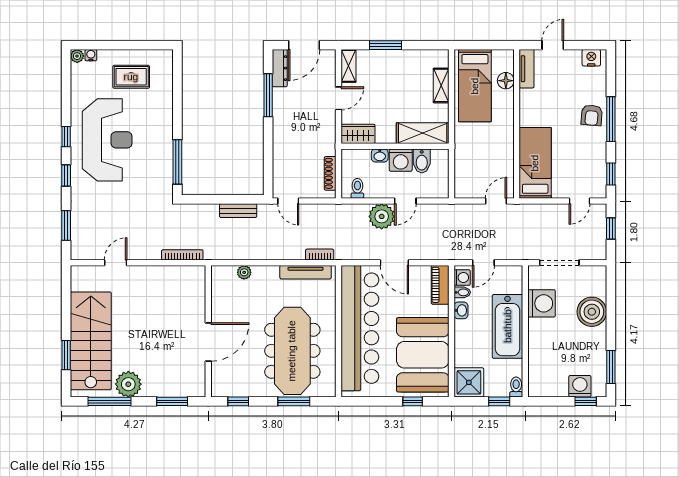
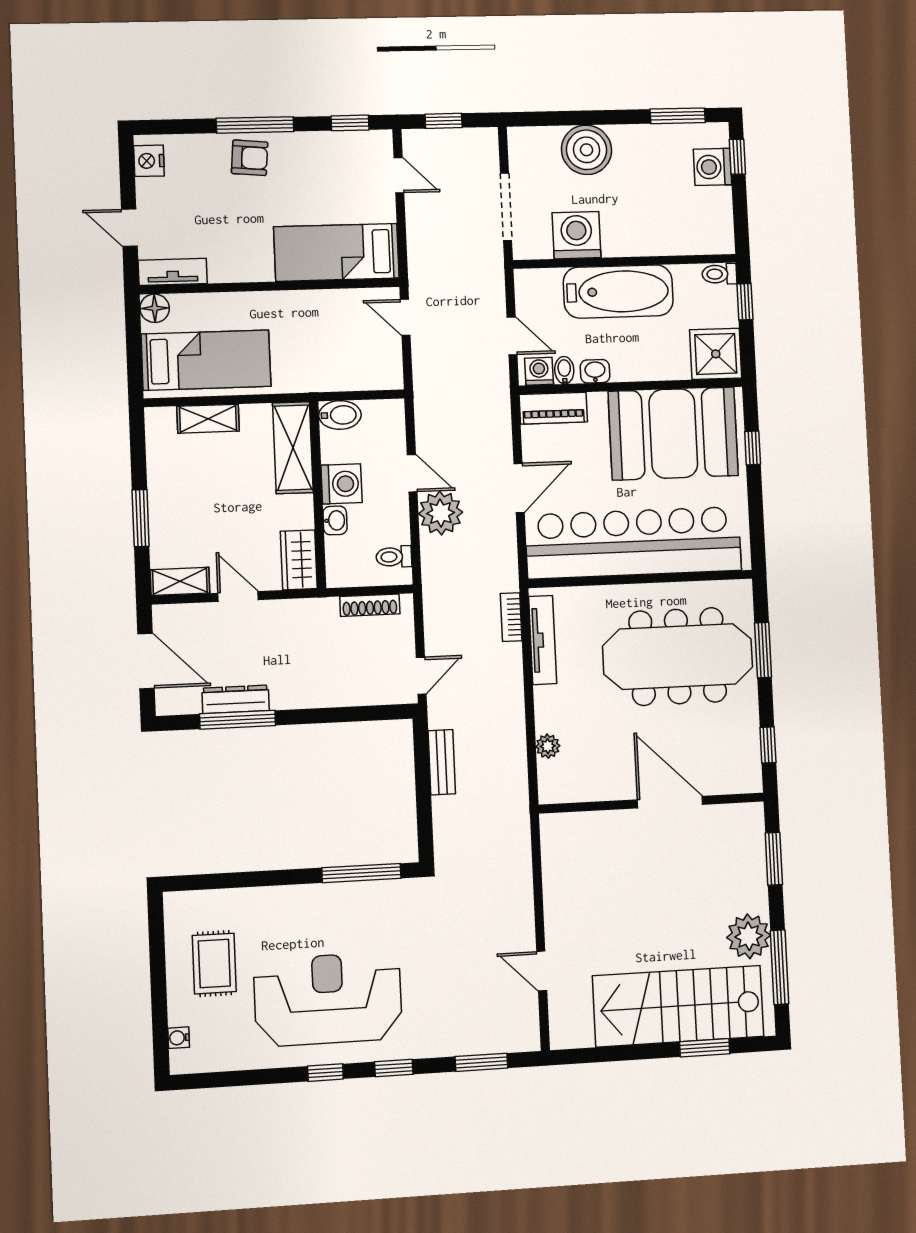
plant: (77, 56) -> (181, 1062), removed
dresser: (280, 68) -> (236, 699), moved
floor lamp: (506, 81) -> (155, 308), moved
bidet: (422, 161) -> (340, 415), moved
bookcase: (182, 255) -> (523, 855), removed

